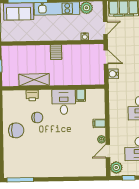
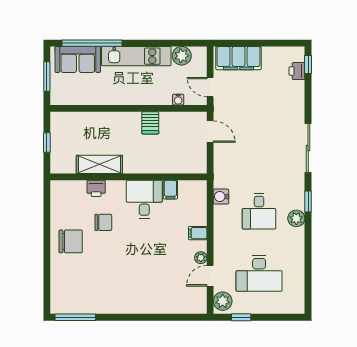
door: (105, 28) -> (210, 87), swing flipped
server rack: (56, 52) -> (150, 123), moved
water cooler: (113, 74) -> (221, 197), moved

